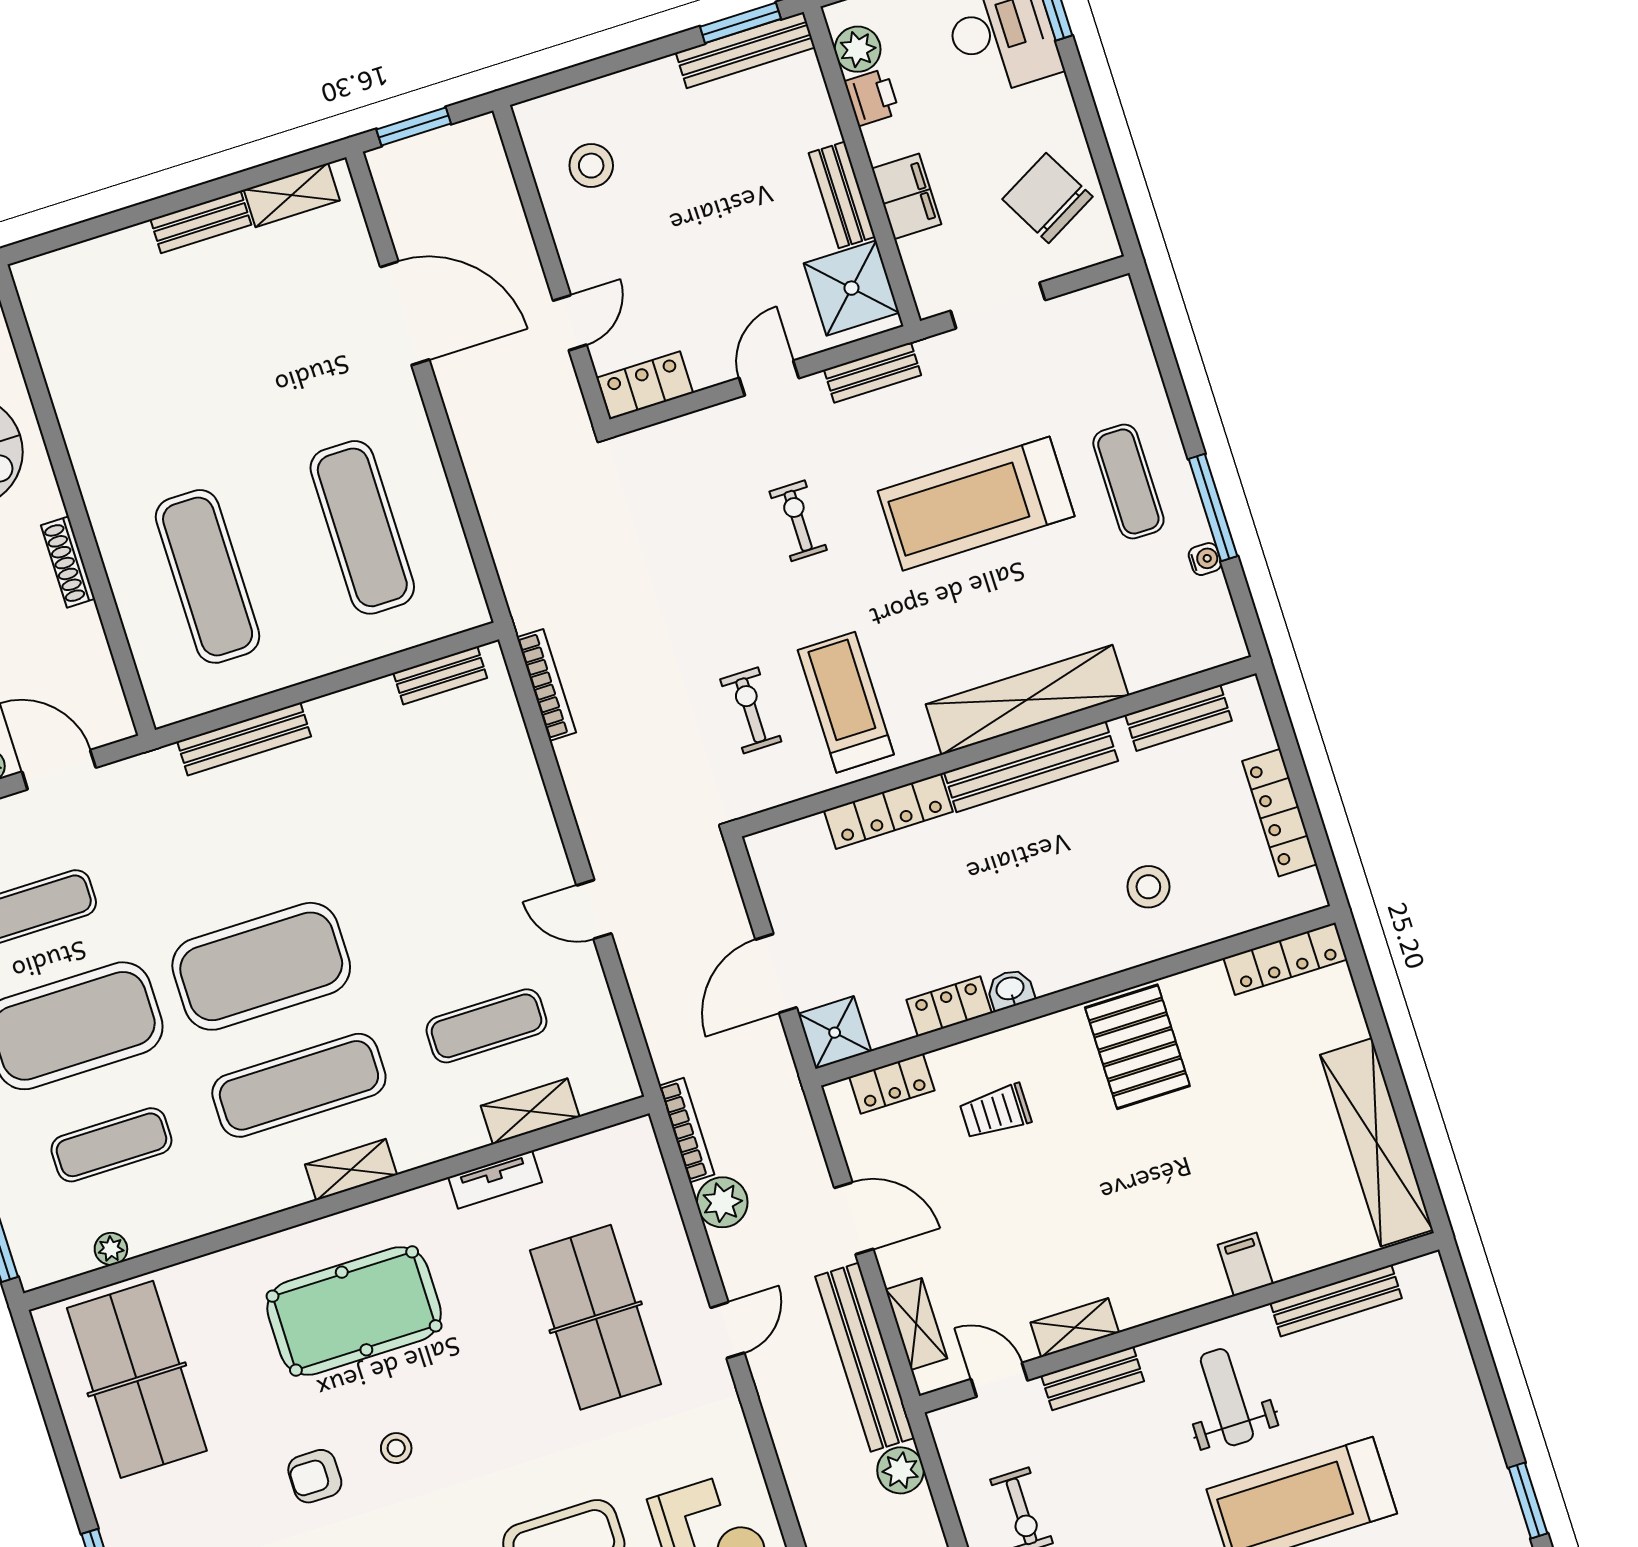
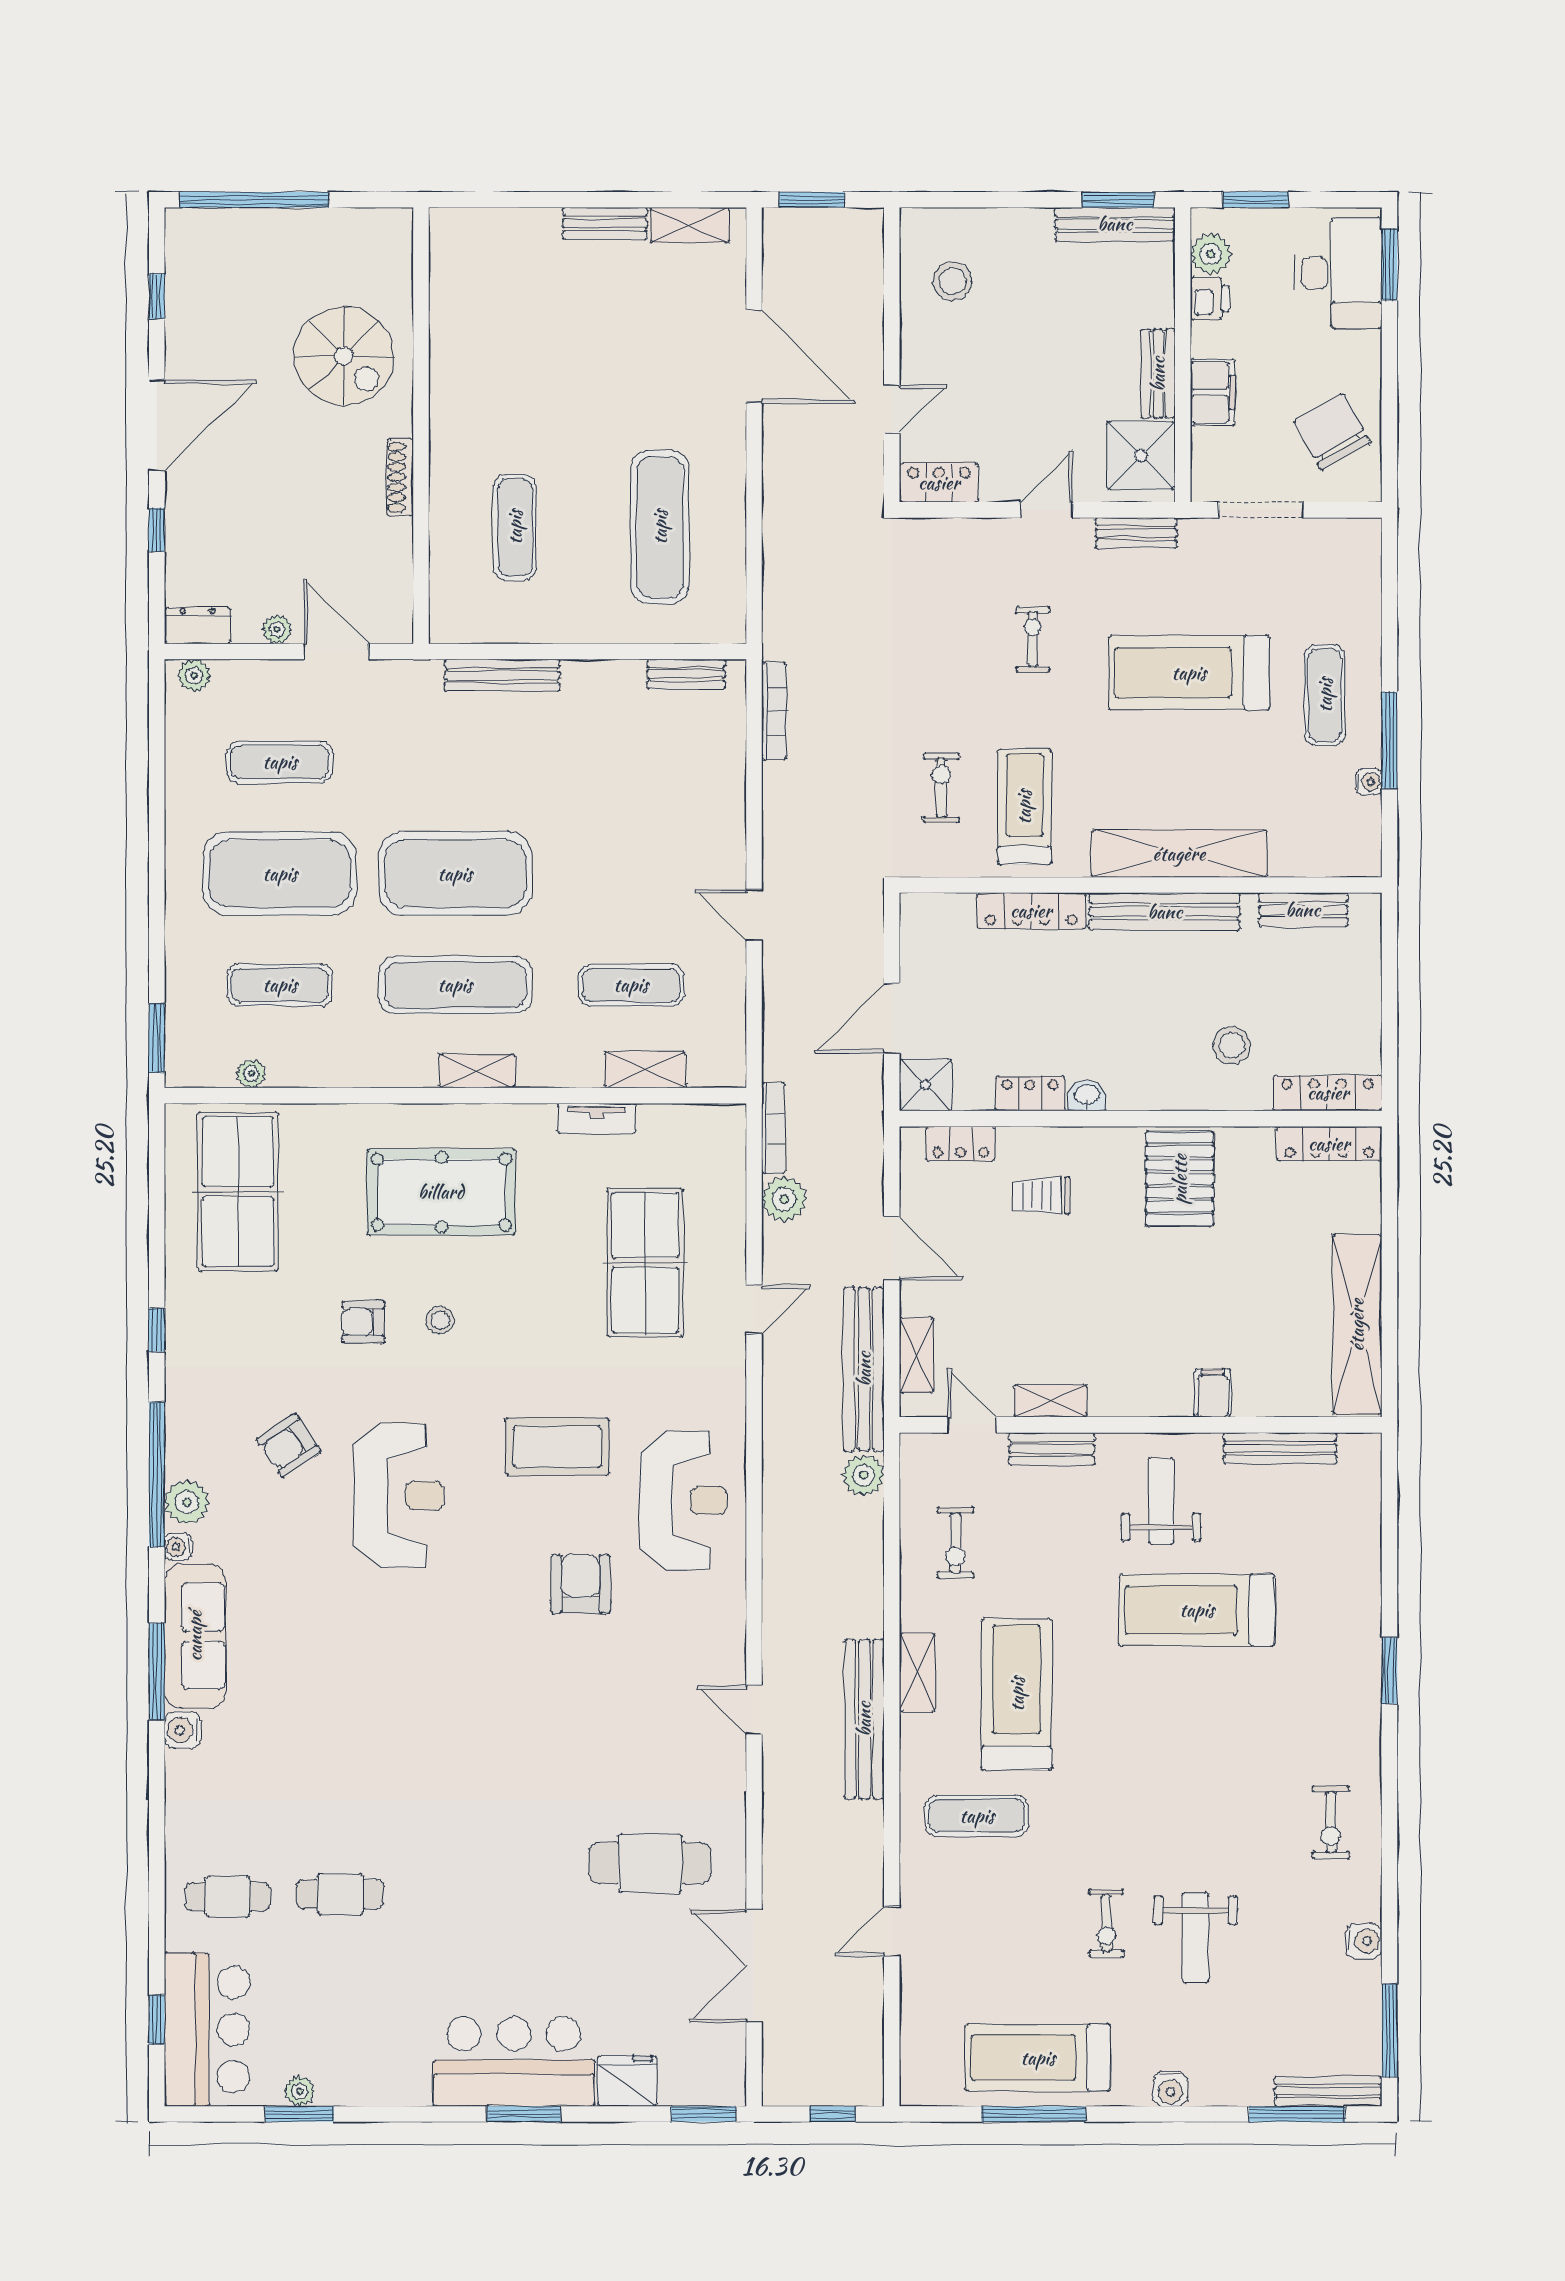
exercise mat: (208, 576) -> (515, 527), width x0.73, depth x0.69
locker: (1280, 813) -> (1328, 1093), moved, turned 90

